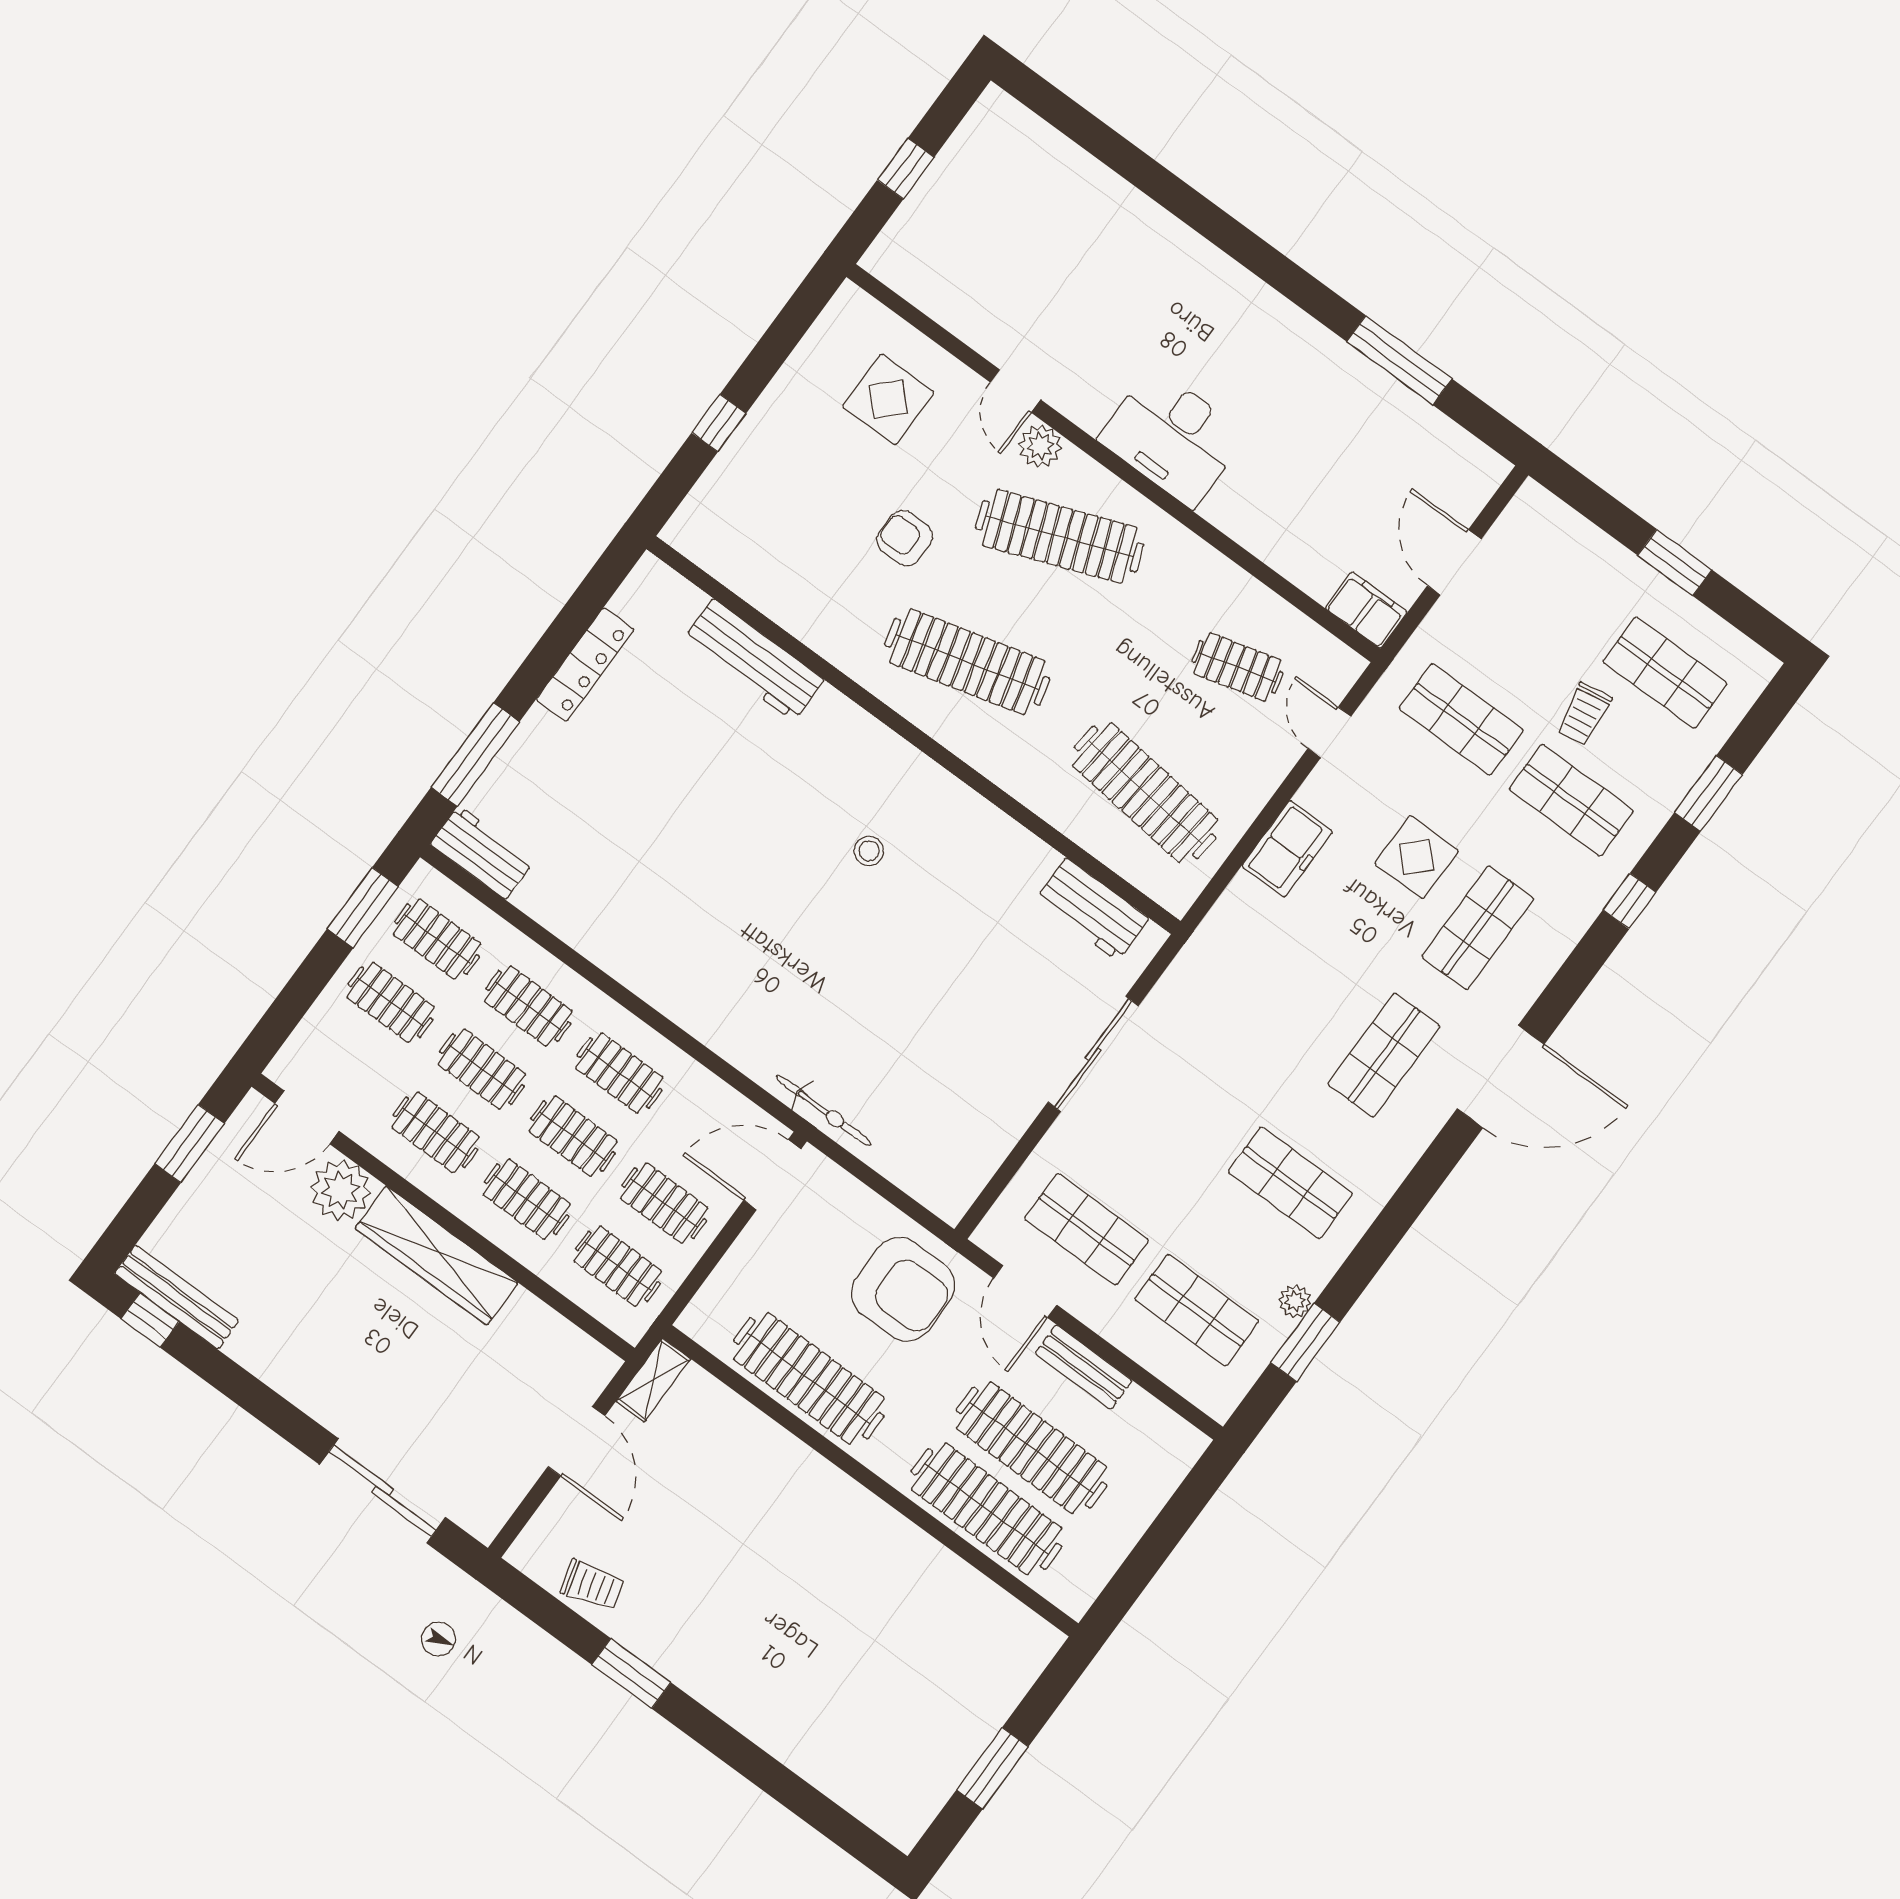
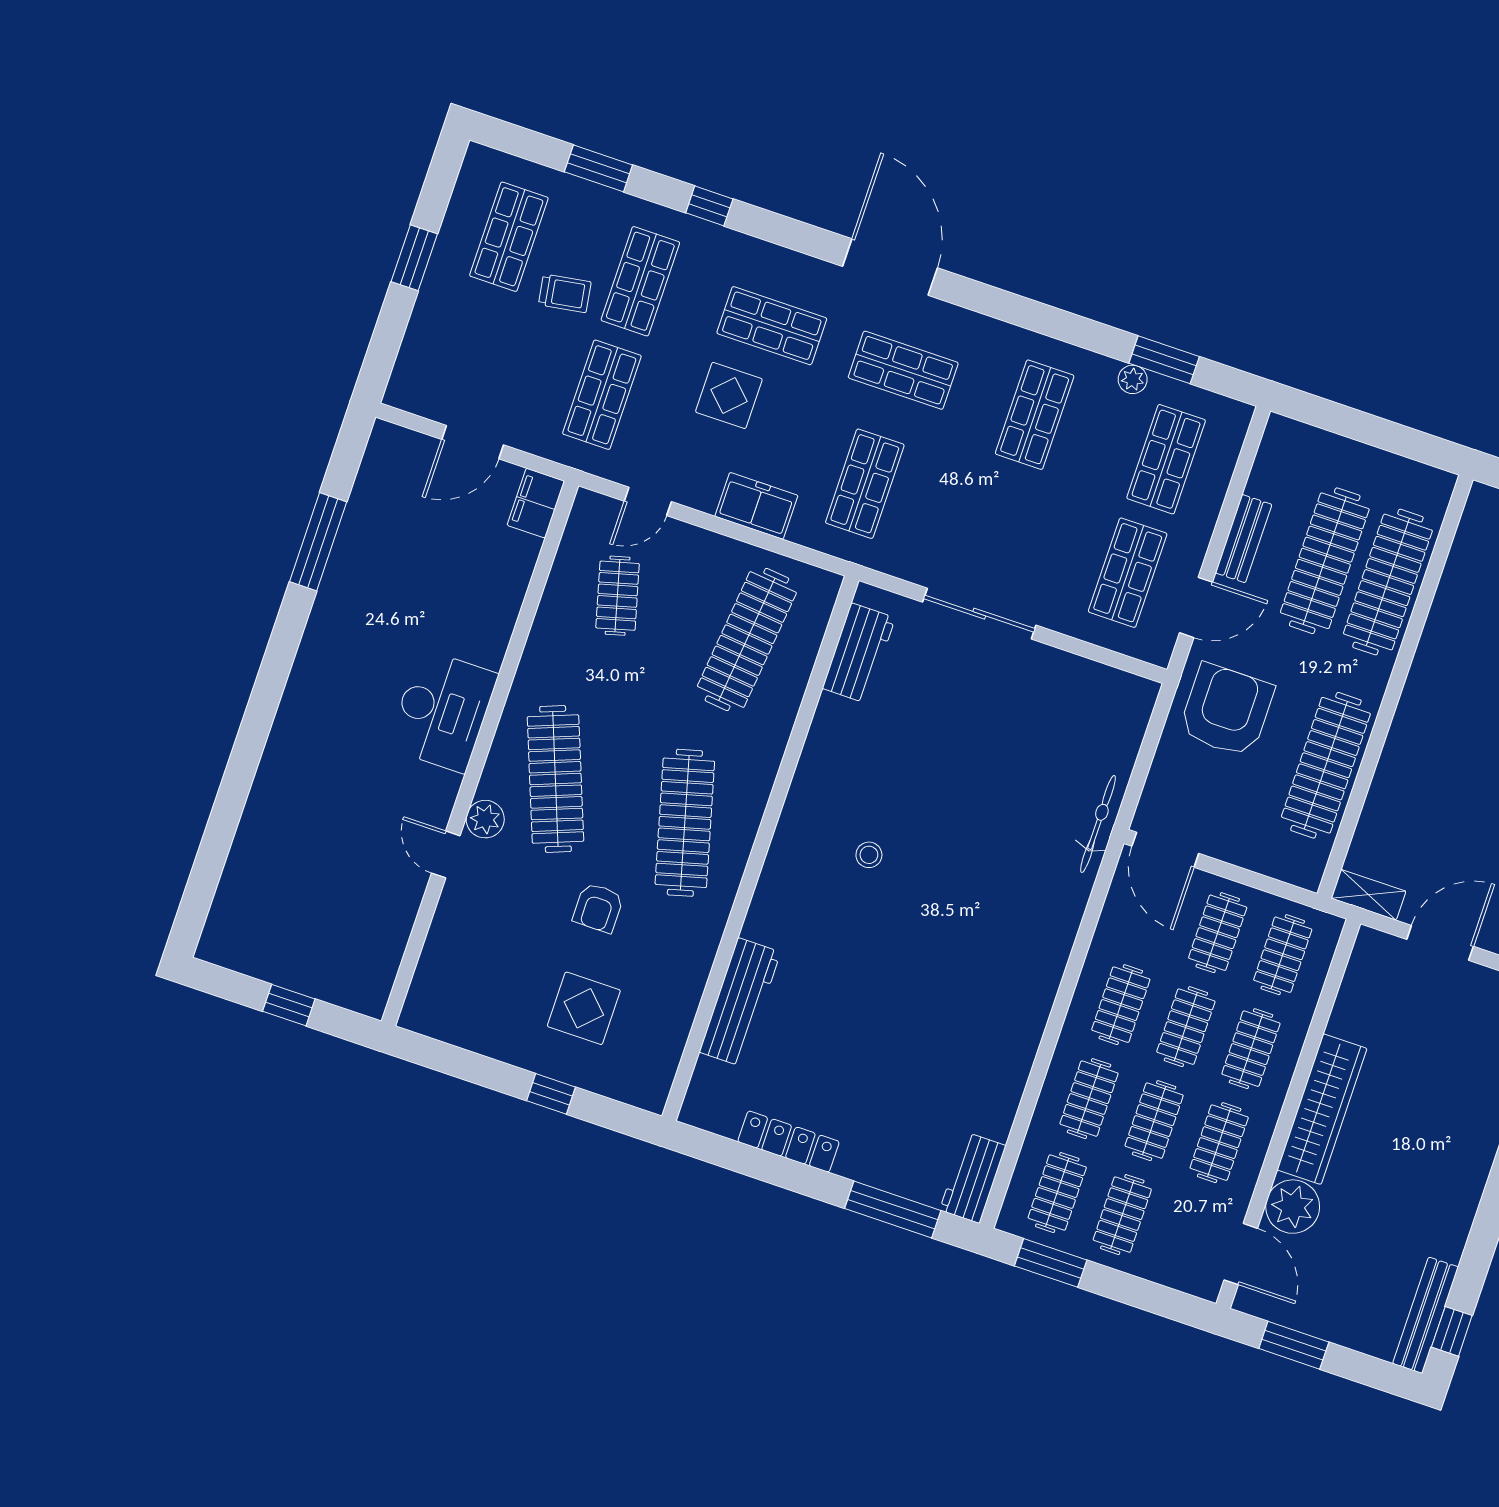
door: (1015, 391) -> (446, 854), swing flipped
display table: (888, 399) -> (584, 1008), moved
shop shelf: (1274, 974) -> (865, 484), added

